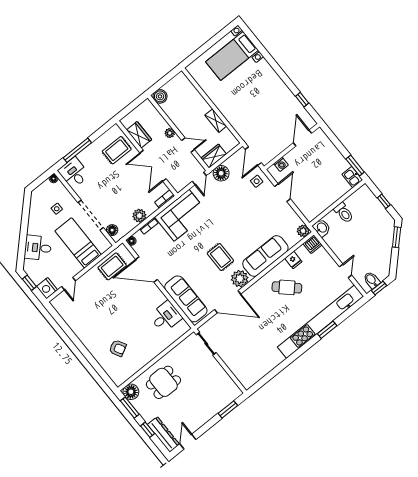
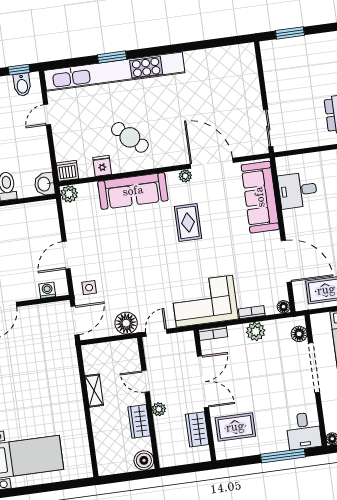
wardrobe: (214, 156) -> (139, 421), moved, turned 90
plant: (240, 279) -> (185, 176), width x0.53, depth x0.53

